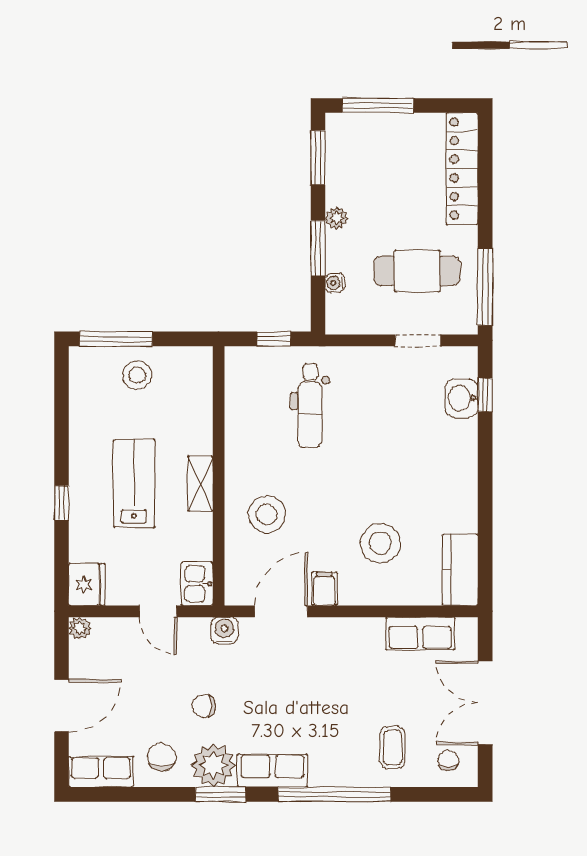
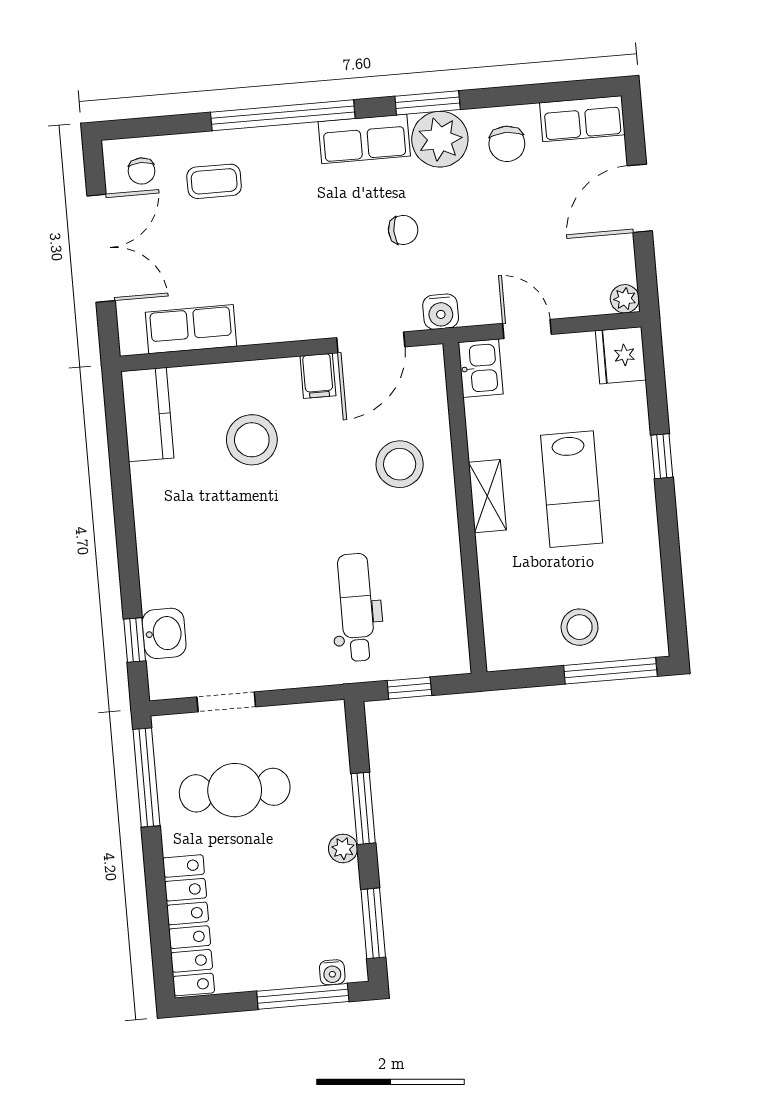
water cooler: (335, 283) -> (332, 972), moved, turned 90
chair: (204, 706) -> (403, 230), moved
coffee table: (392, 747) -> (214, 181), turned 90

